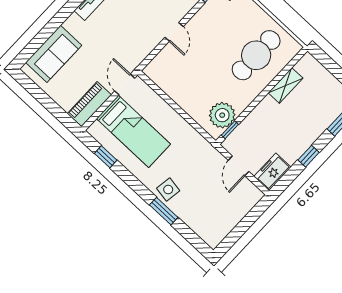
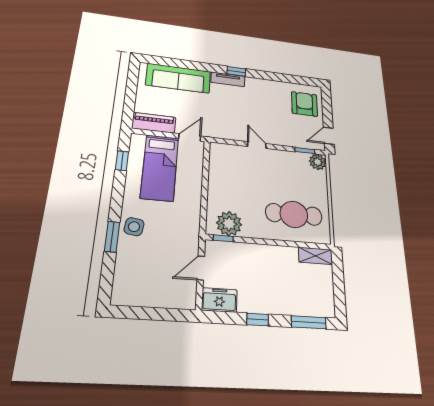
door: (174, 32) -> (257, 145), swing flipped
sofa: (54, 54) -> (178, 78), width x1.36
shelving: (286, 85) -> (315, 256), moved

